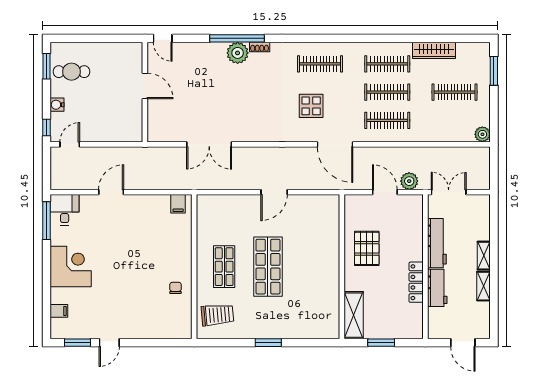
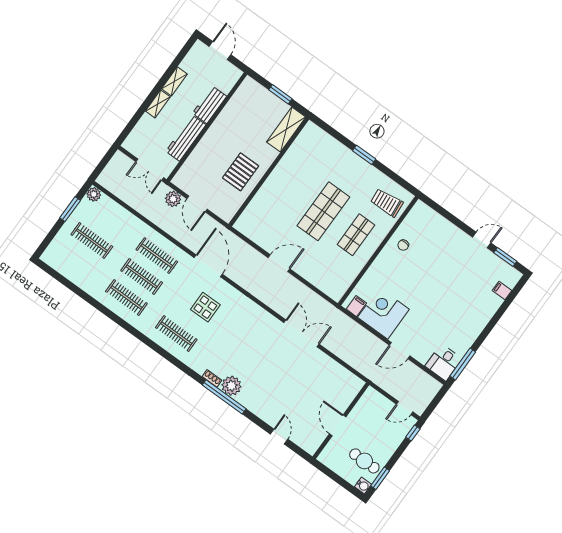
wardrobe: (434, 50) -> (85, 282), removed
window: (494, 71) -> (70, 209), moved
door: (145, 86) -> (338, 425), moved
wall: (145, 92) -> (341, 421), moved
water cooler: (57, 105) -> (363, 485), moved
corner desk: (71, 266) -> (383, 313), moved, turned 90
locker: (416, 282) -> (222, 120), removed

